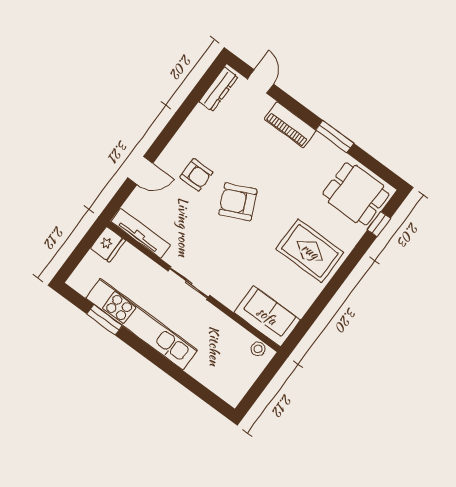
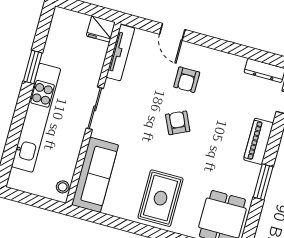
armchair: (238, 202) -> (178, 123), width x0.72, depth x0.72
sofa: (267, 316) -> (95, 175), width x1.36
window: (105, 320) -> (33, 67), moved
kitchen unit: (142, 324) -> (36, 118), moved

